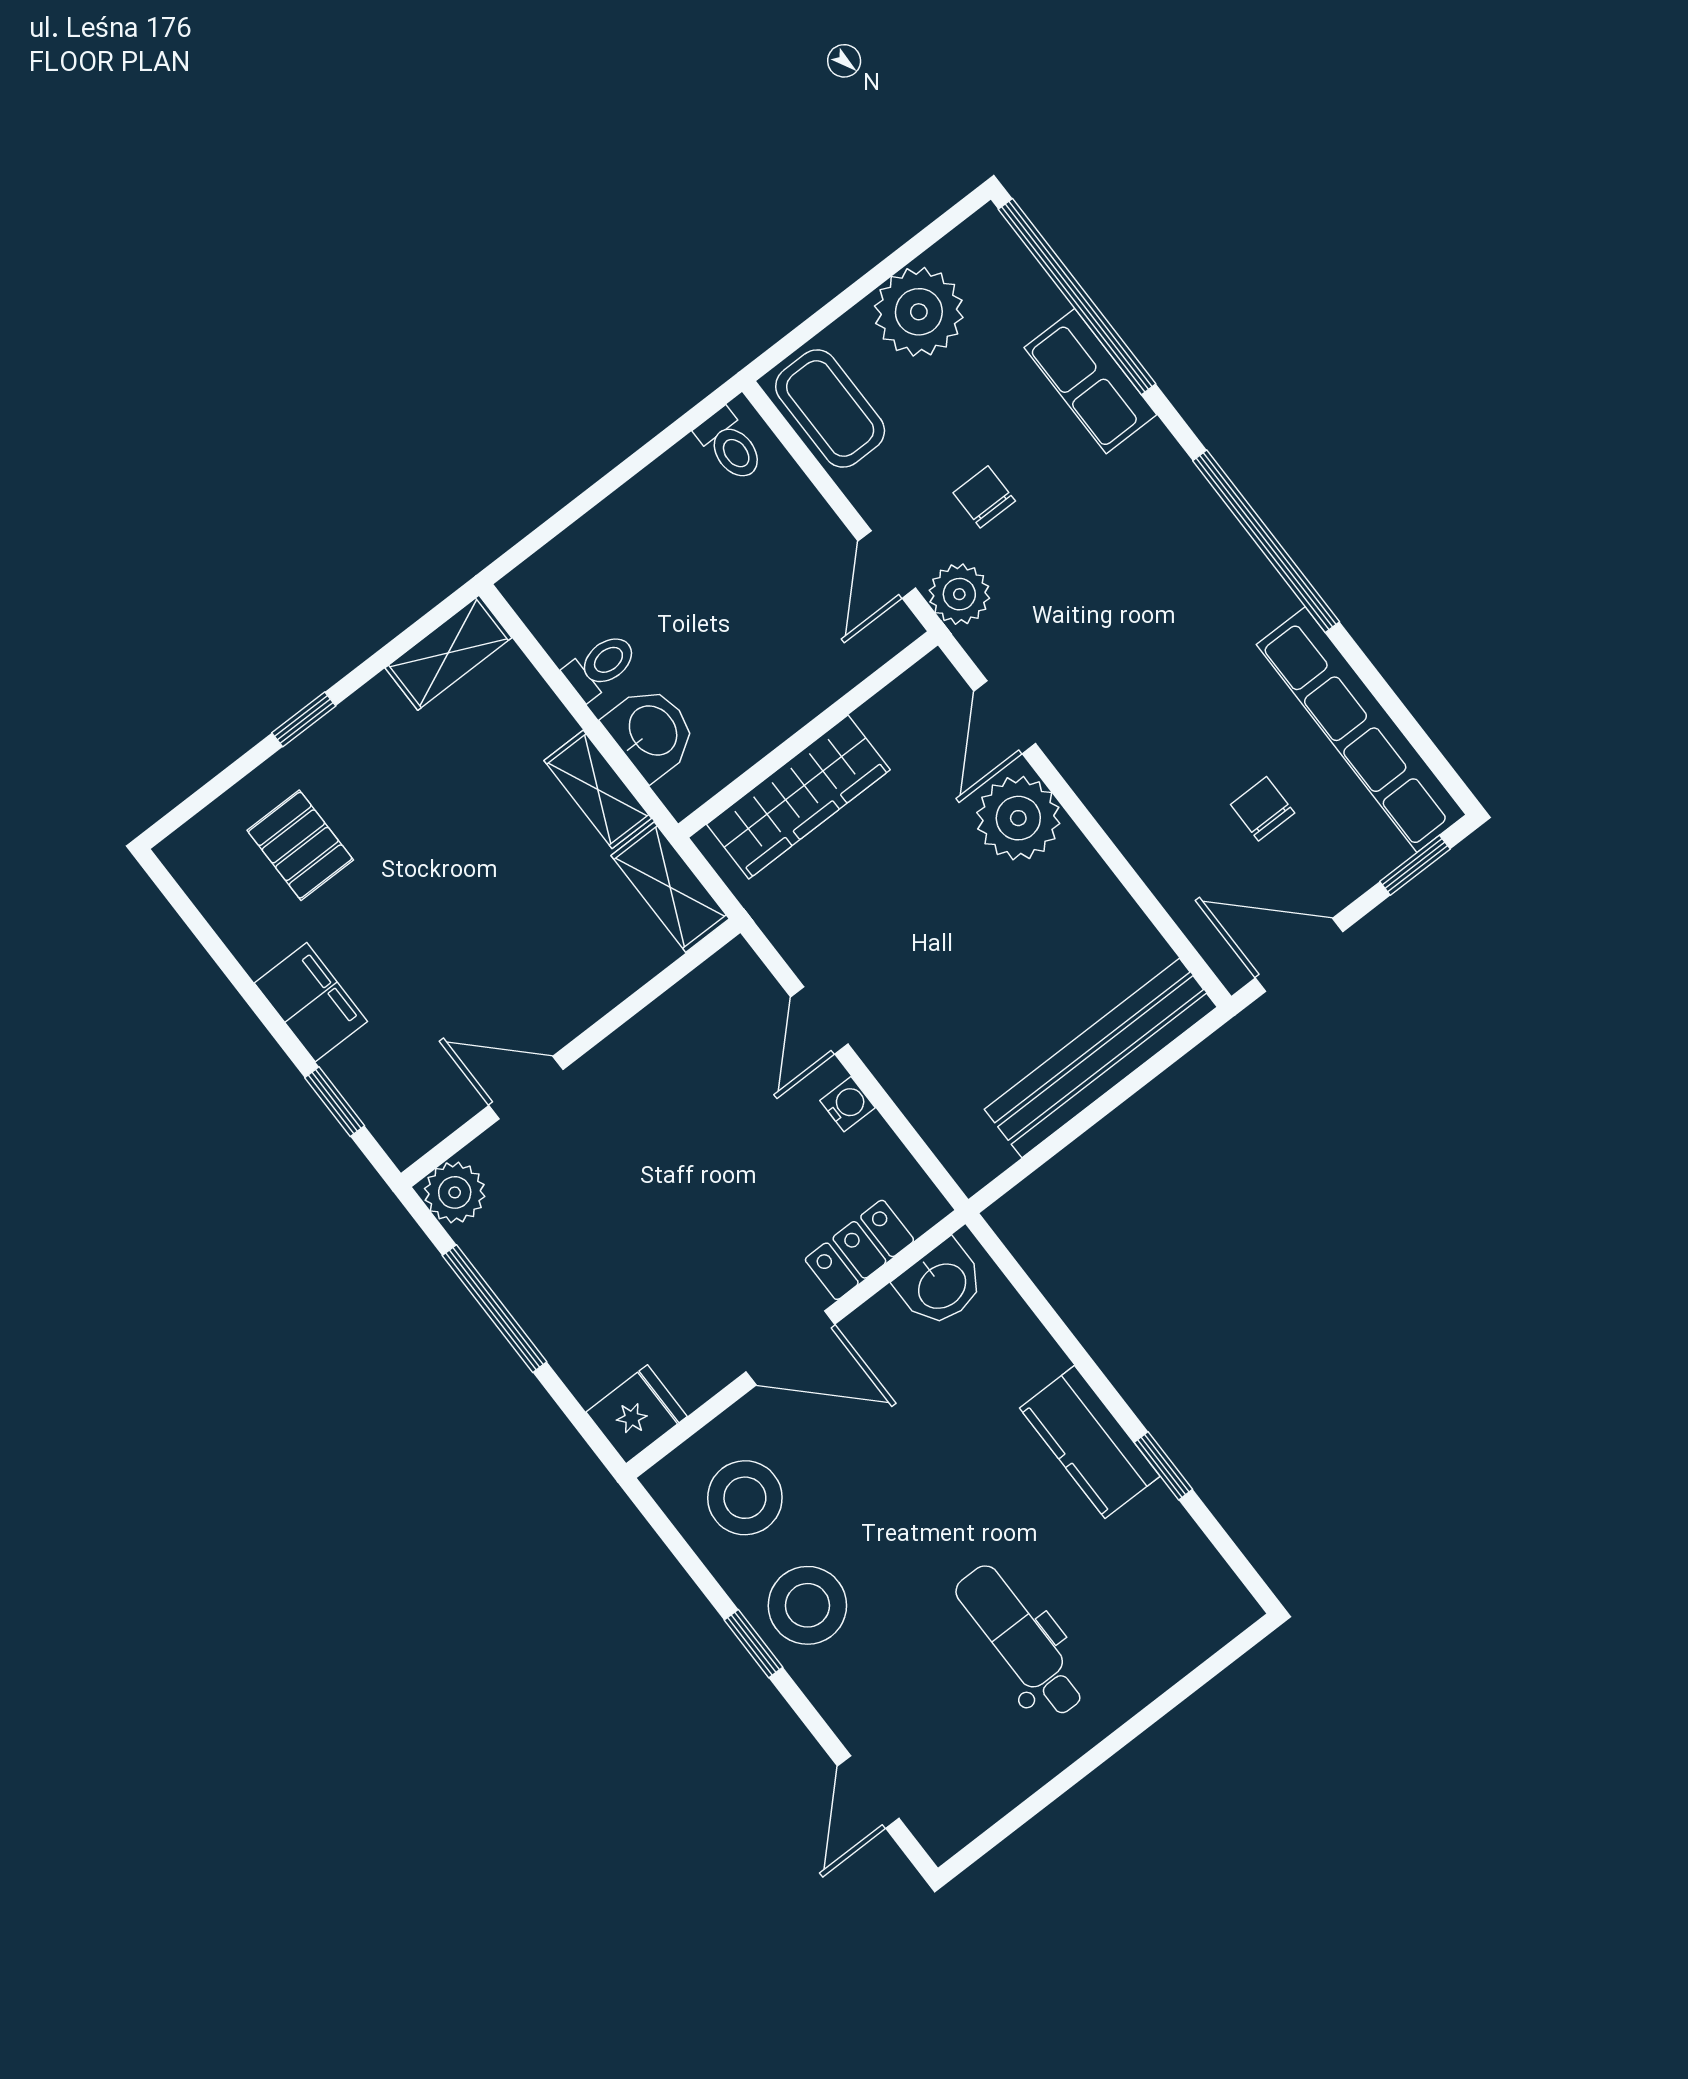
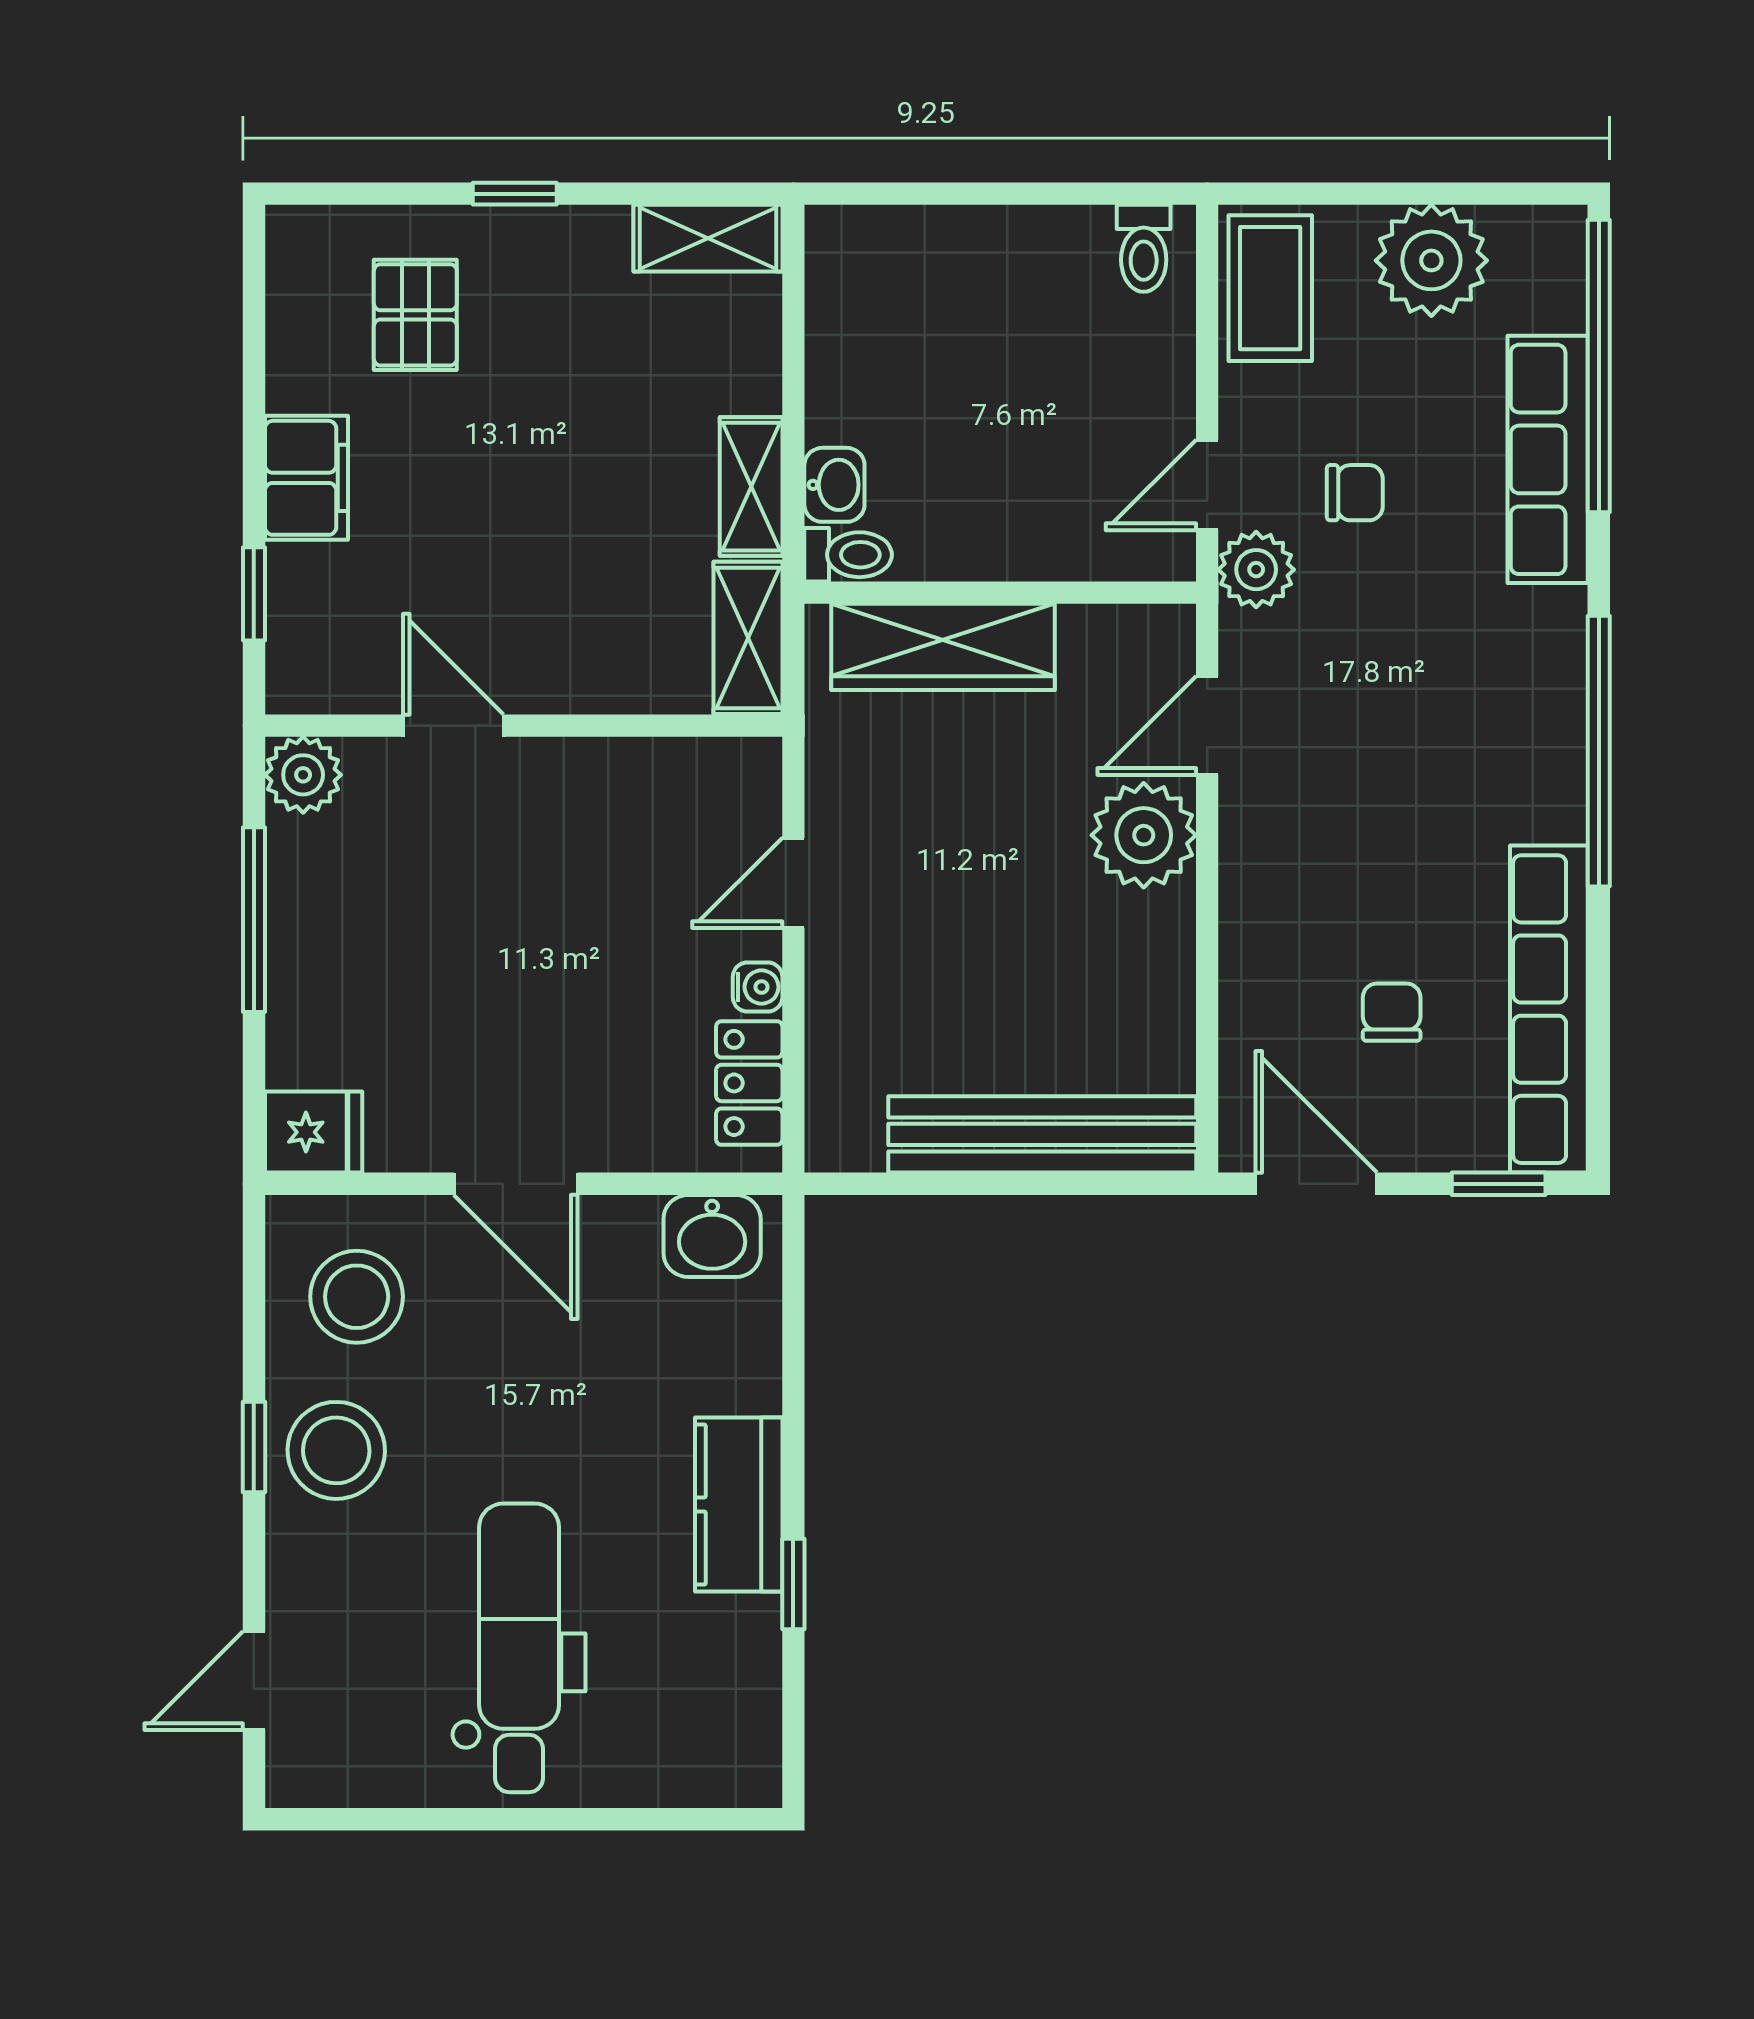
row of seats: (1090, 381) -> (1548, 459), width x1.48
chair: (984, 497) -> (1355, 493), turned 90
toilet: (601, 666) -> (848, 555), moved
washbasin: (651, 732) -> (834, 485), width x0.72, depth x0.69
locker: (859, 1250) -> (749, 1083), moved, turned -90
dental chair: (1020, 1641) -> (519, 1648), width x1.36, depth x1.38

